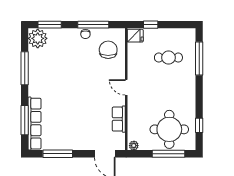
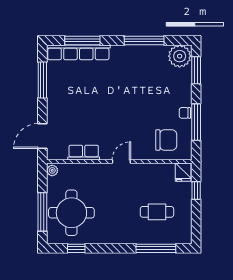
cafe table: (168, 58) -> (157, 212), turned 90

